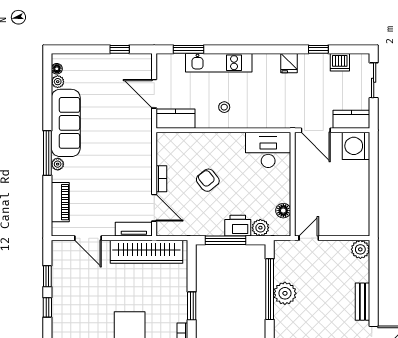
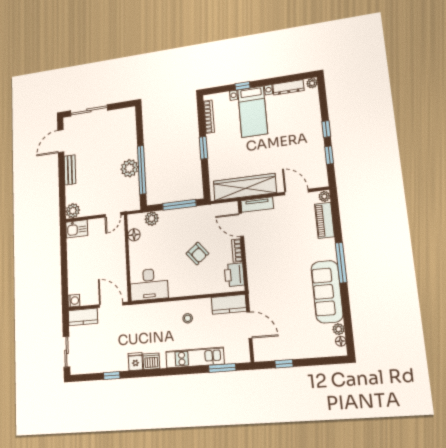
dishwasher: (340, 62) -> (151, 361), moved
washing machine: (356, 146) -> (74, 301), width x0.53, depth x0.53
plant: (58, 164) -> (324, 196), moved
printer: (238, 226) -> (234, 275), moved, turned 90
kitchen sink: (356, 226) -> (77, 229), added

